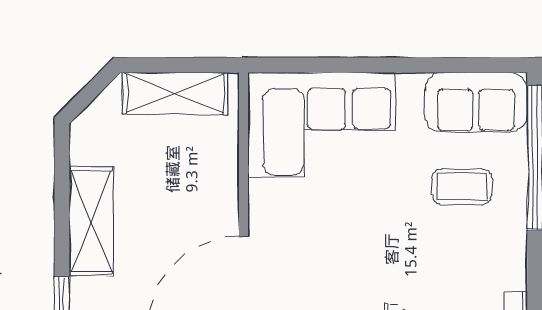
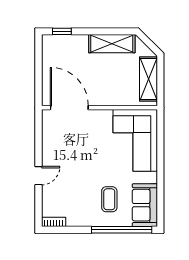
shelving: (91, 221) -> (112, 44), moved

